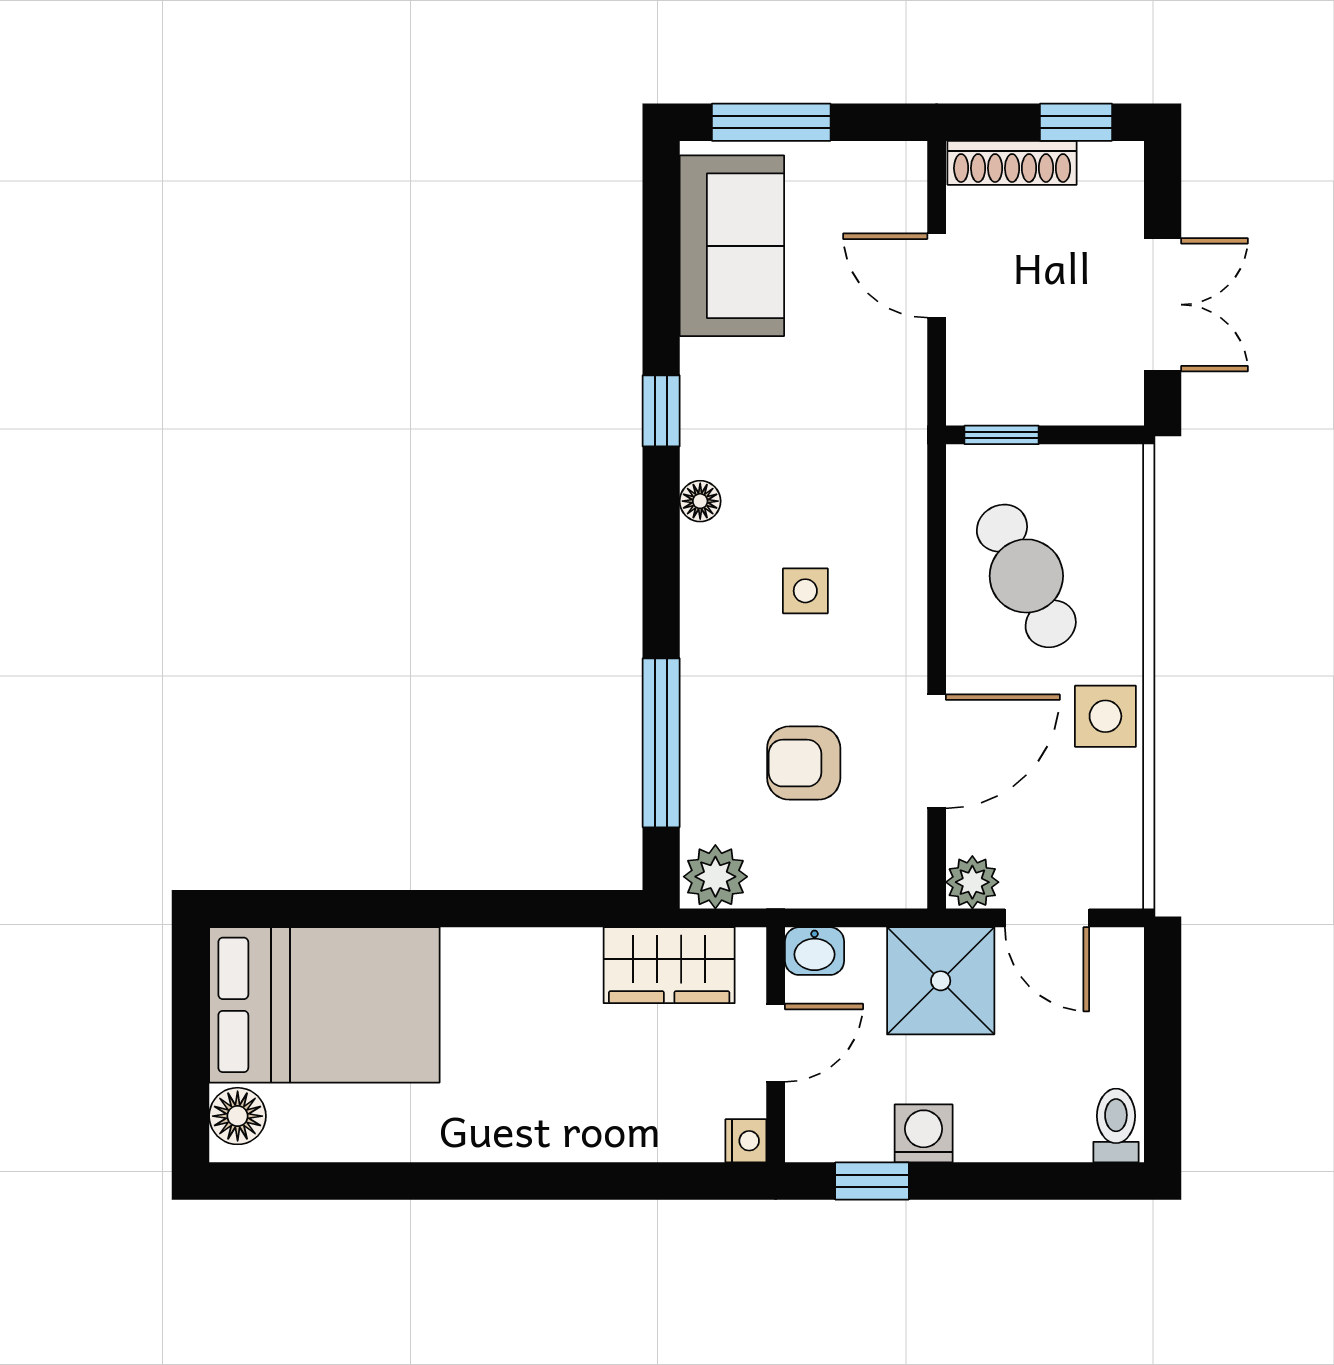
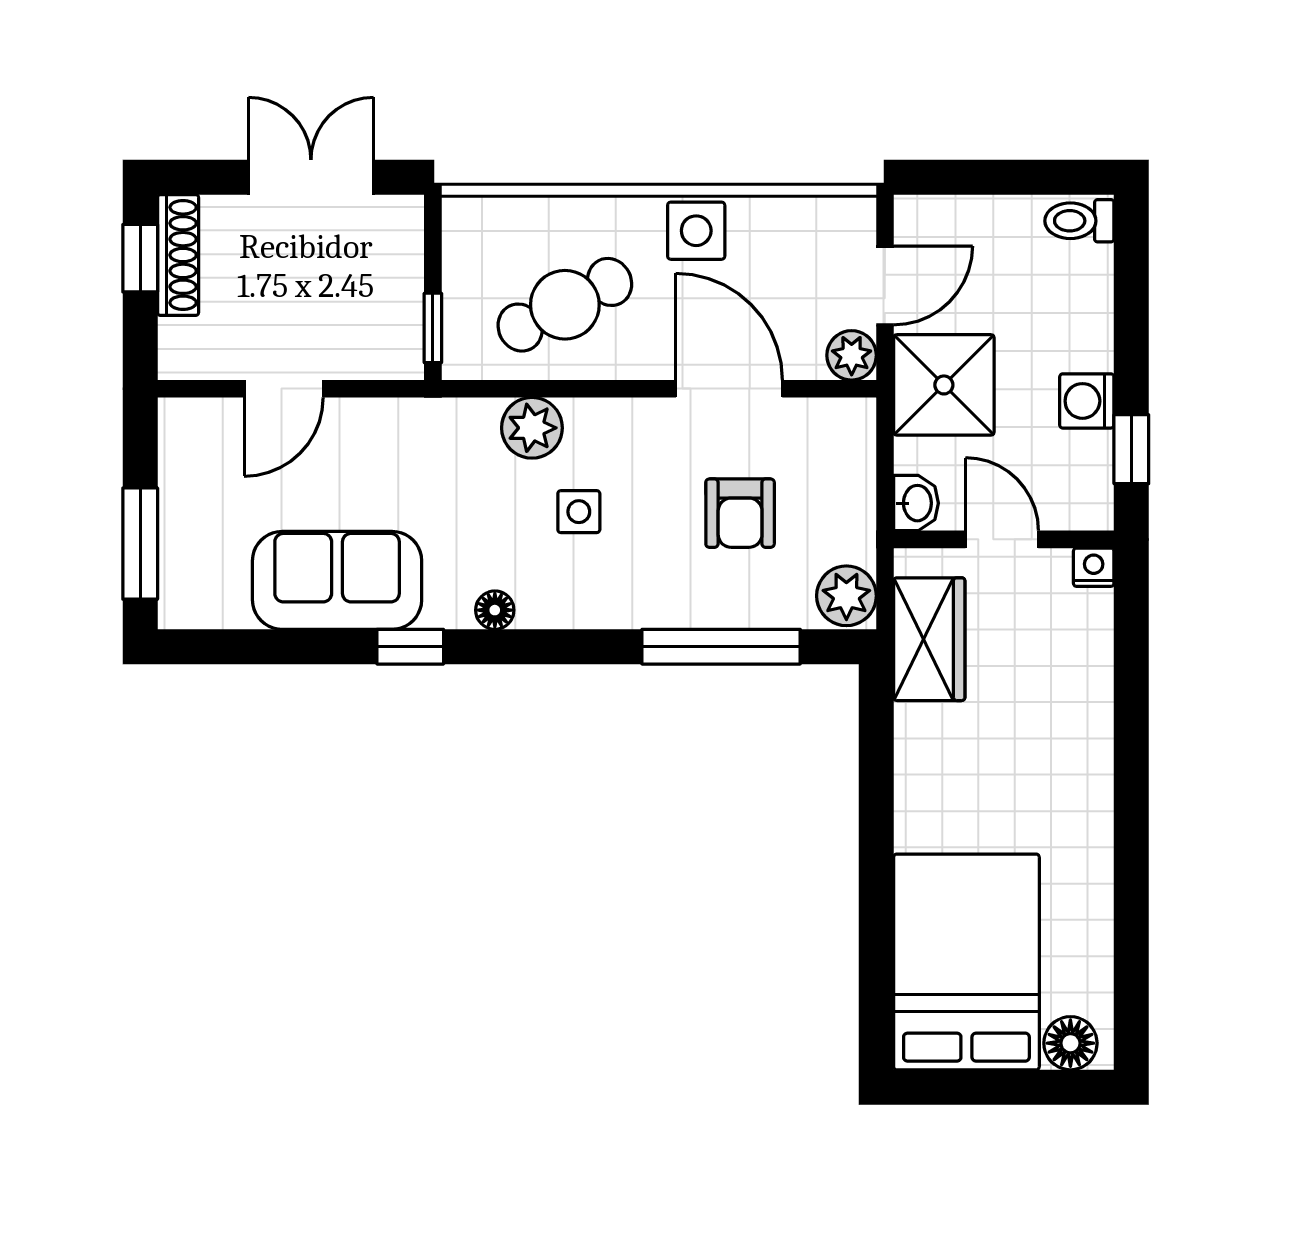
shoe rack: (1012, 163) -> (178, 255), moved
sofa: (732, 246) -> (337, 580), moved
plant: (895, 541) -> (532, 428), added

